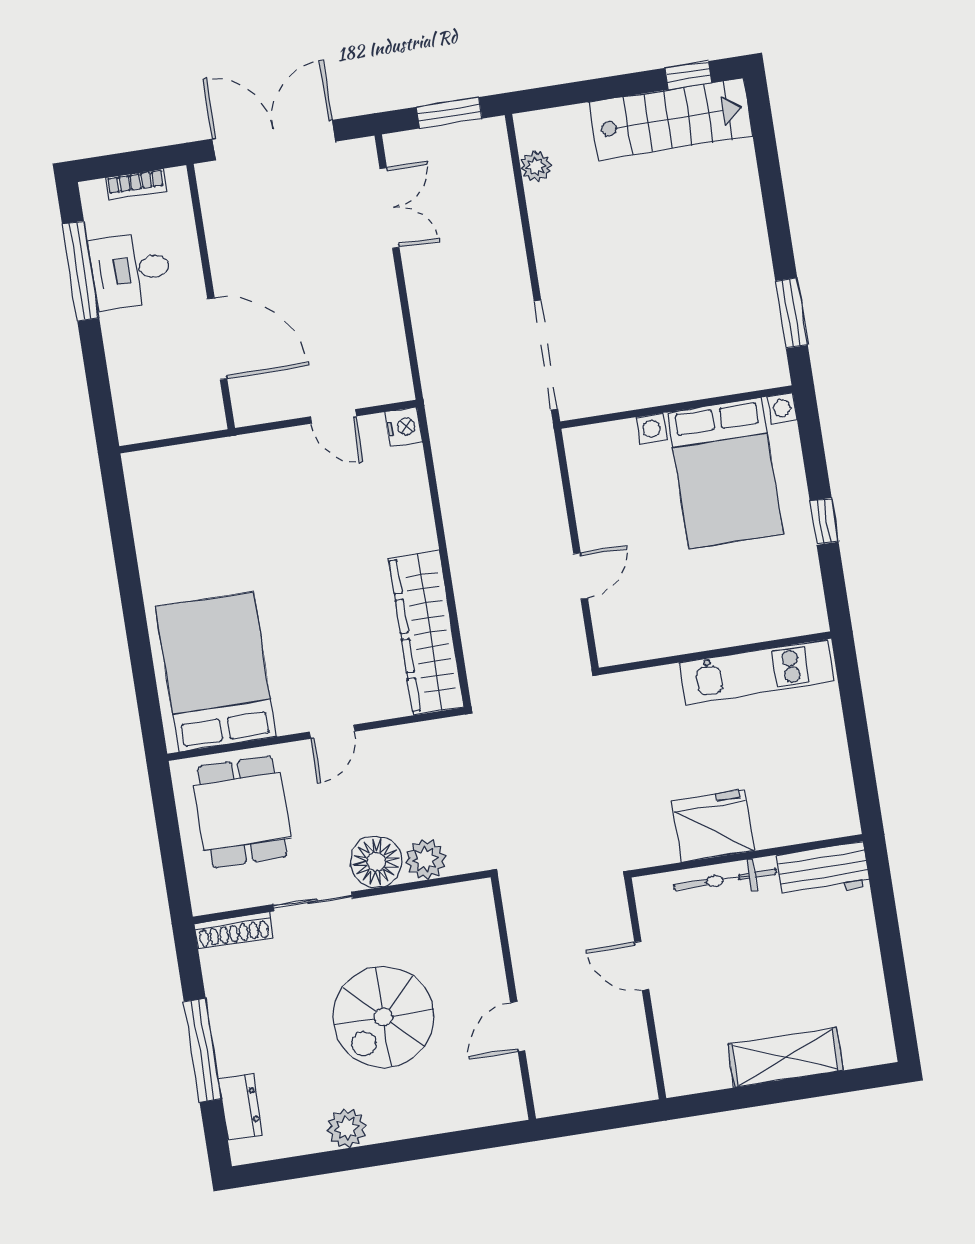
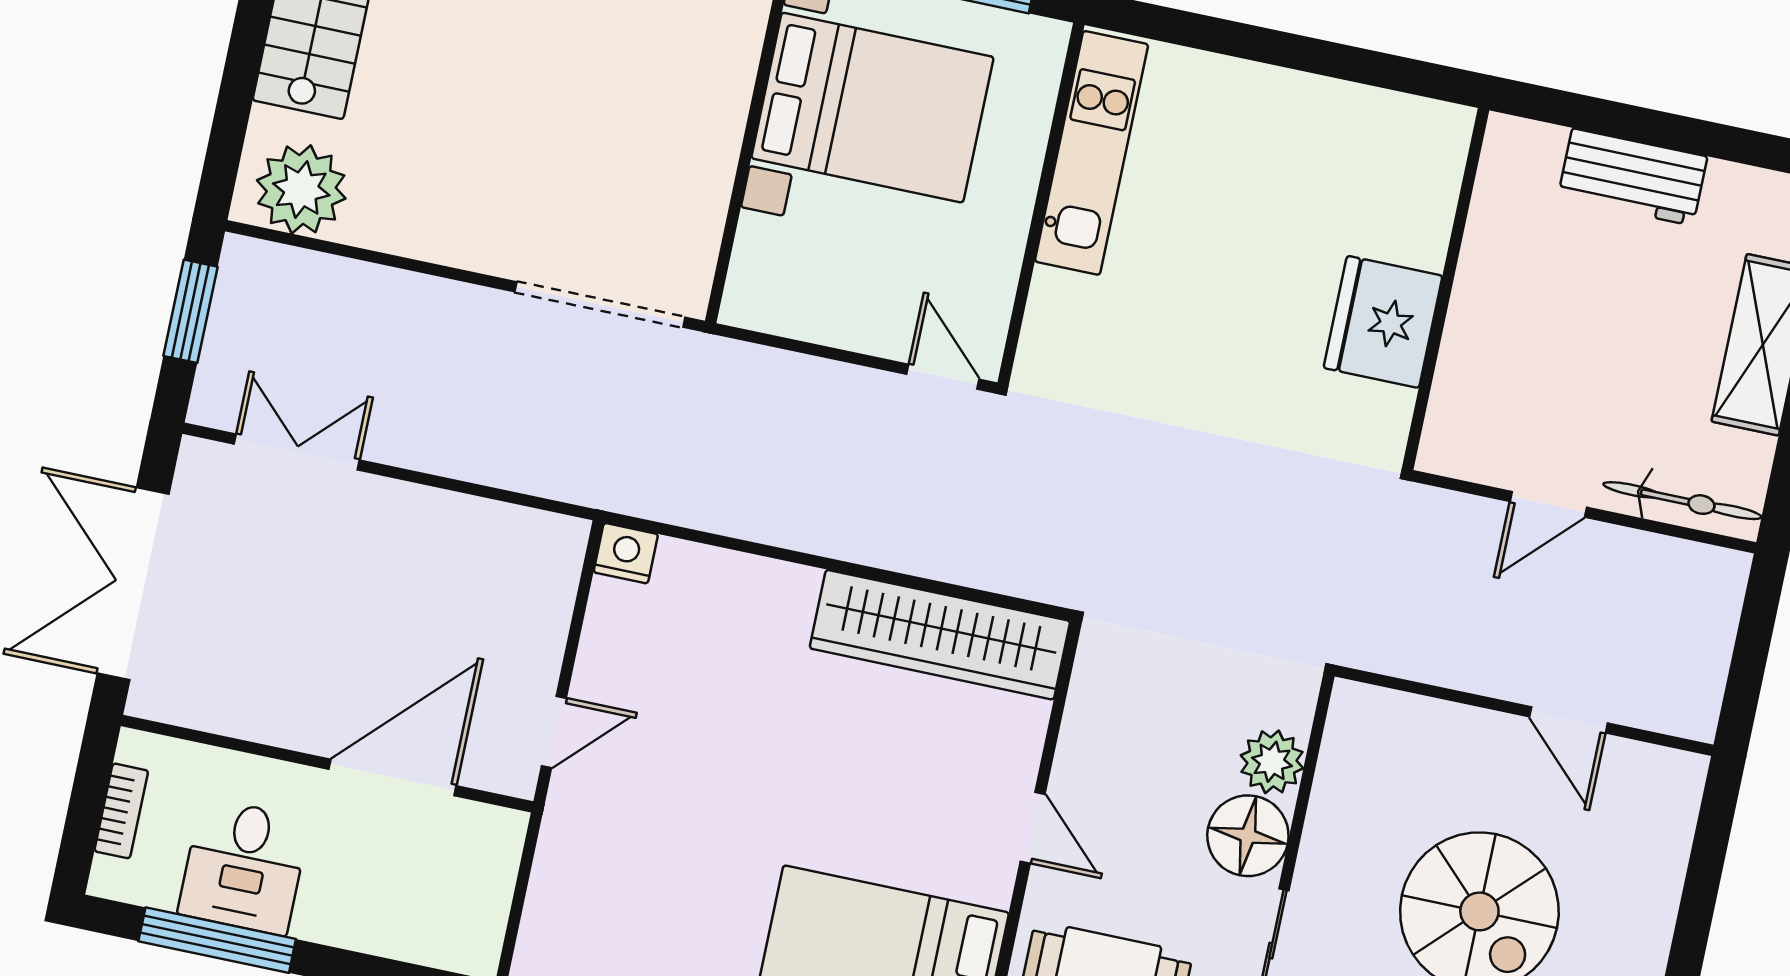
plant: (536, 167) -> (301, 189), width x1.87, depth x1.87
door: (333, 416) -> (554, 732), moved
wall: (715, 653) -> (1041, 204), moved
kitchen unit: (757, 672) -> (1092, 153), moved
workbench: (823, 871) -> (1633, 177), moved, turned 90
bicycle: (725, 879) -> (1682, 501), moved, turned -90

